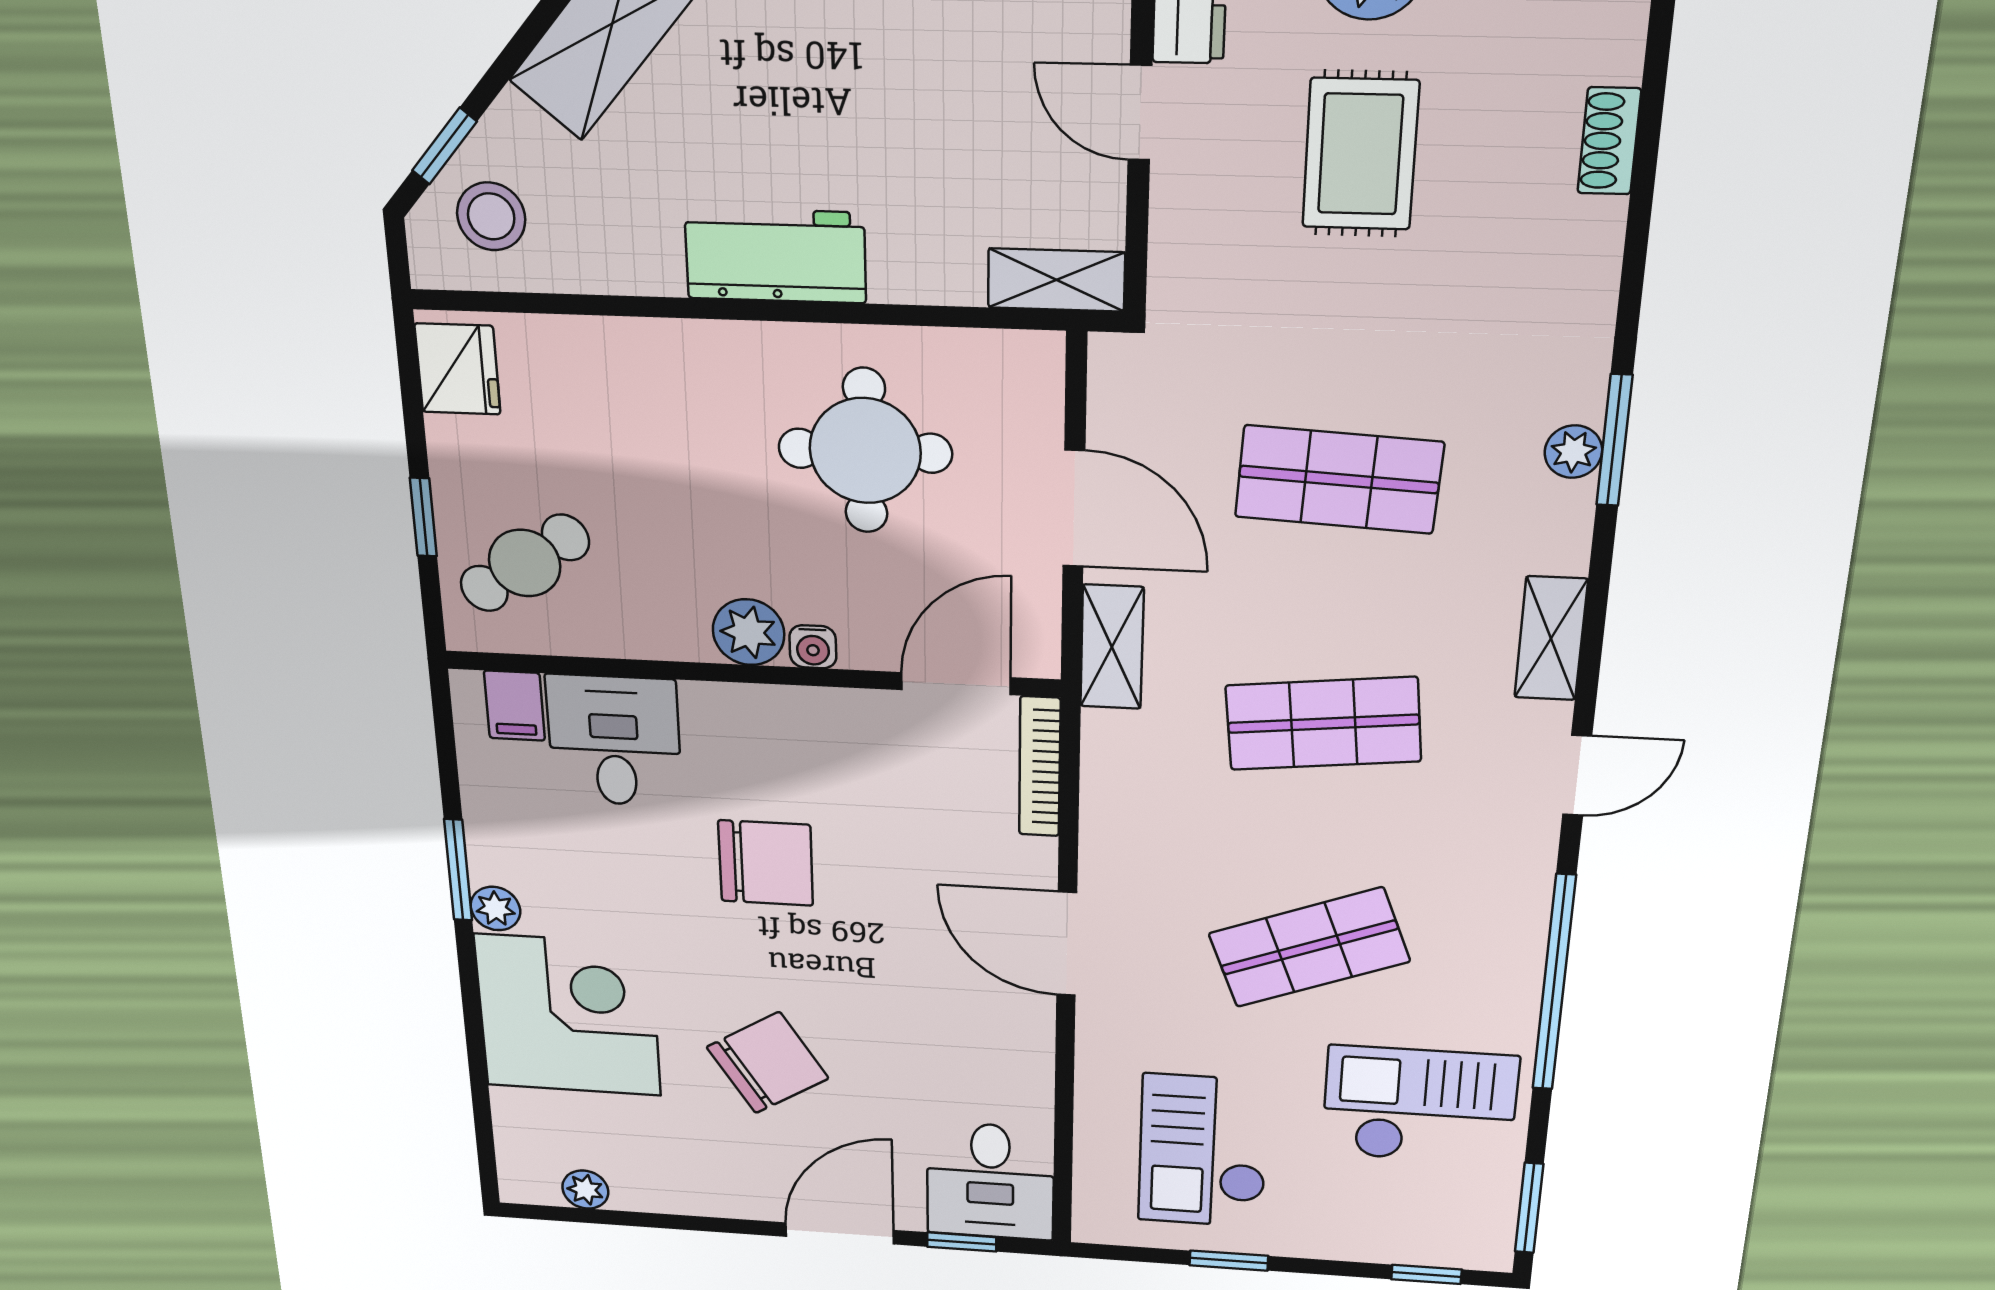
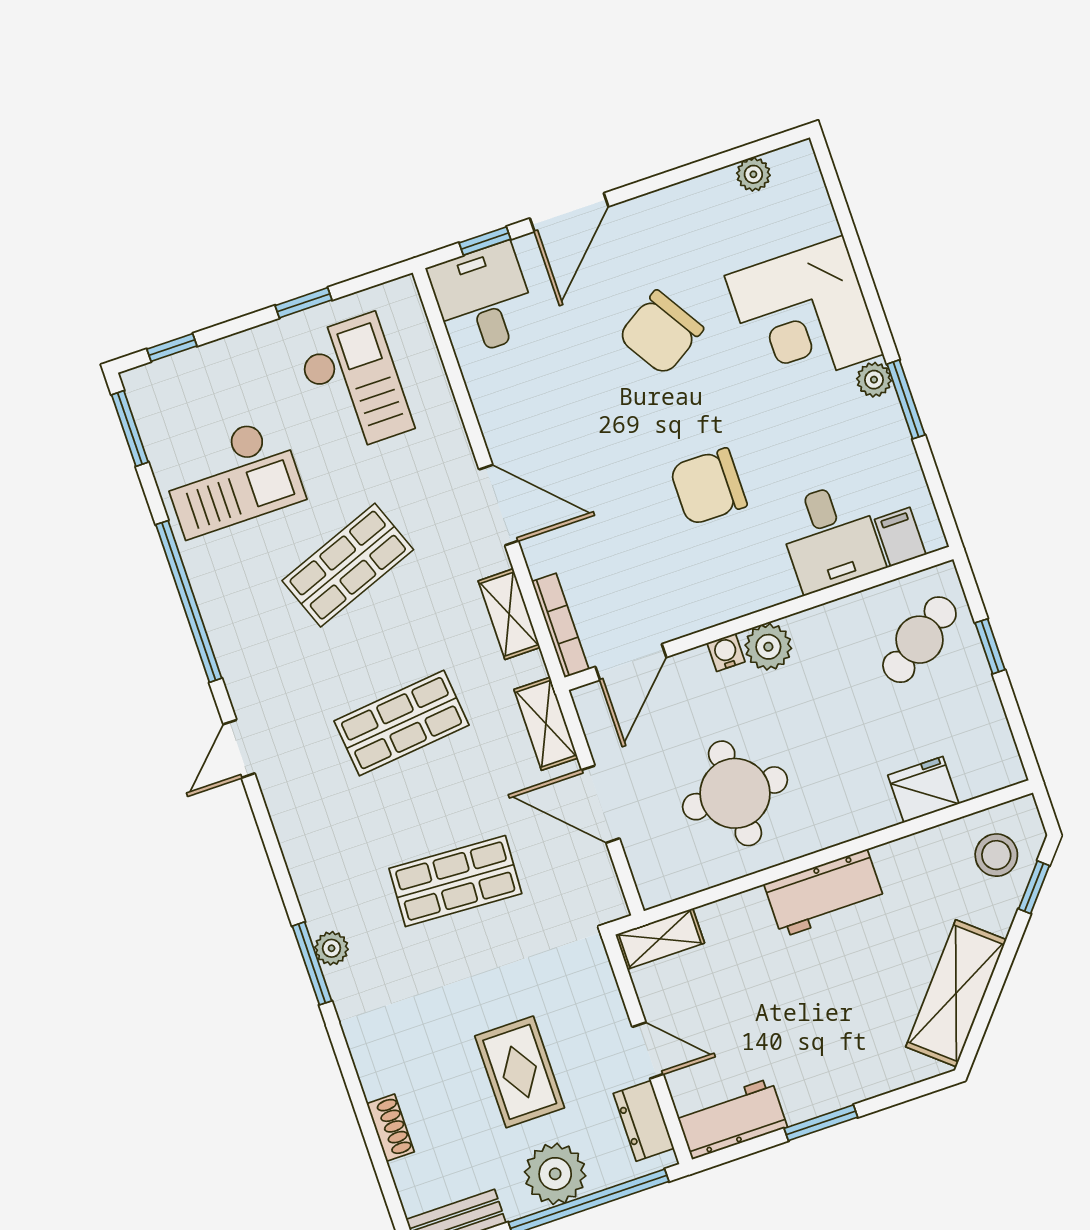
fridge: (458, 369) -> (923, 789), moved, turned 90
shelving: (1551, 638) -> (509, 614), moved

